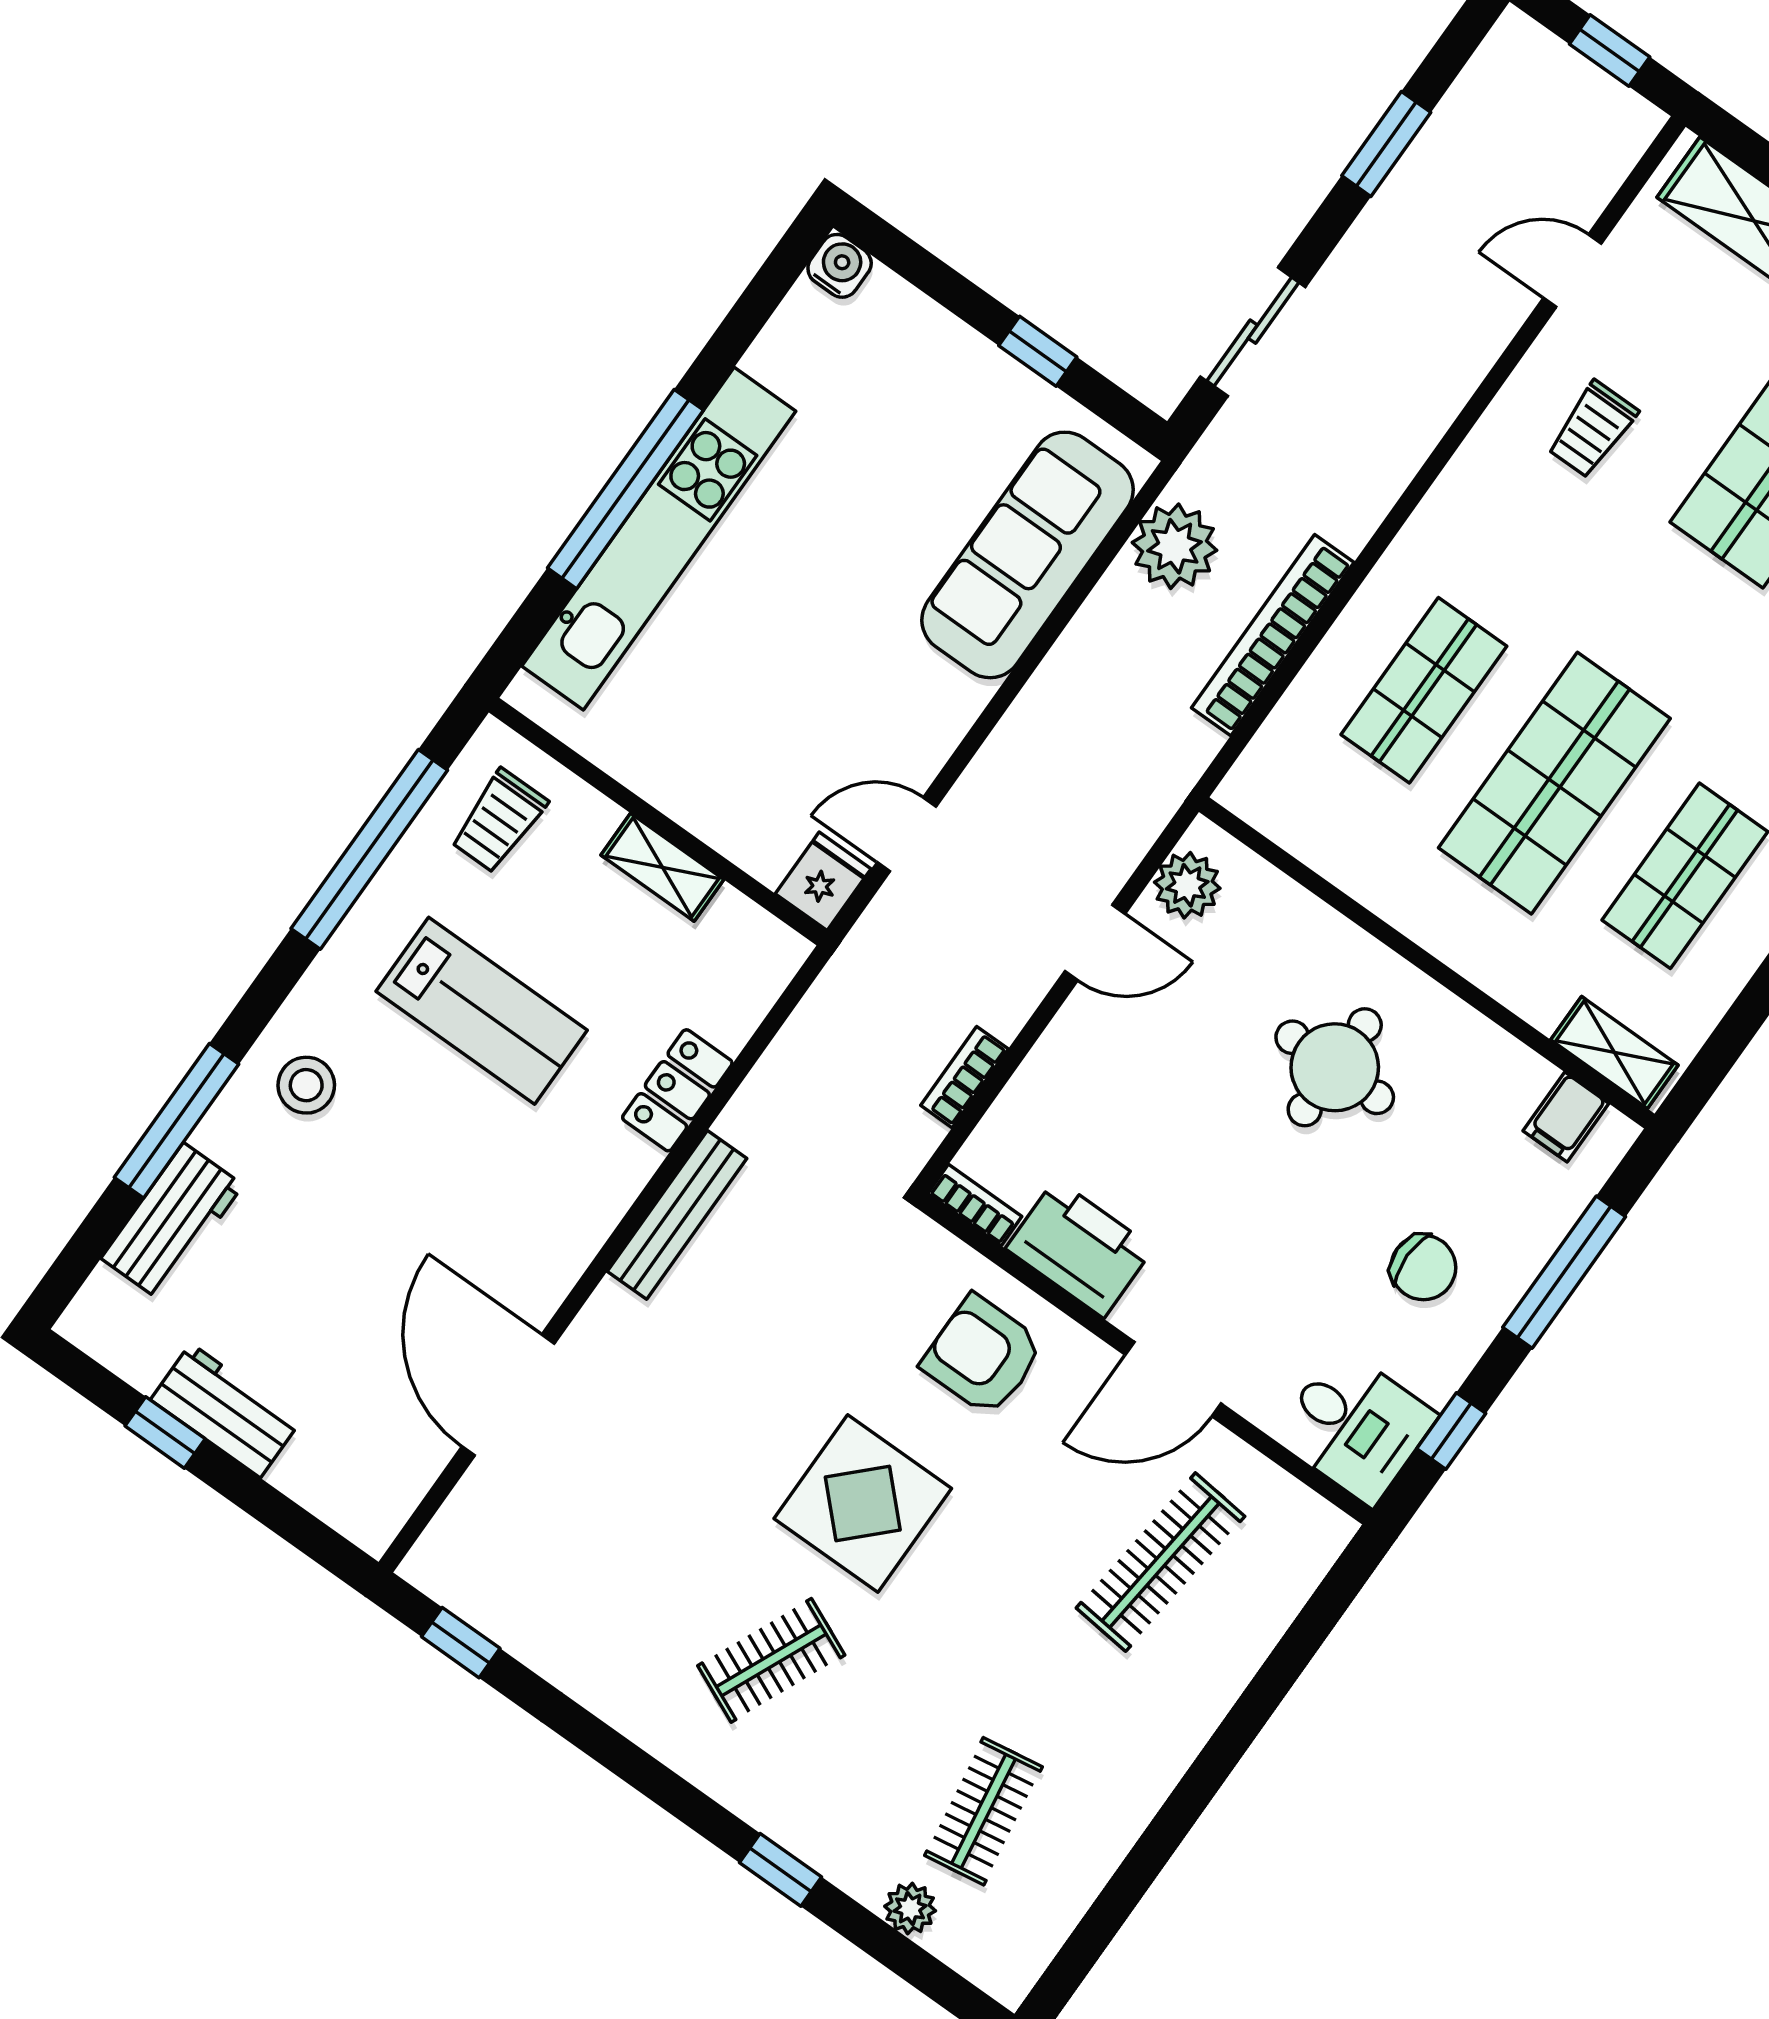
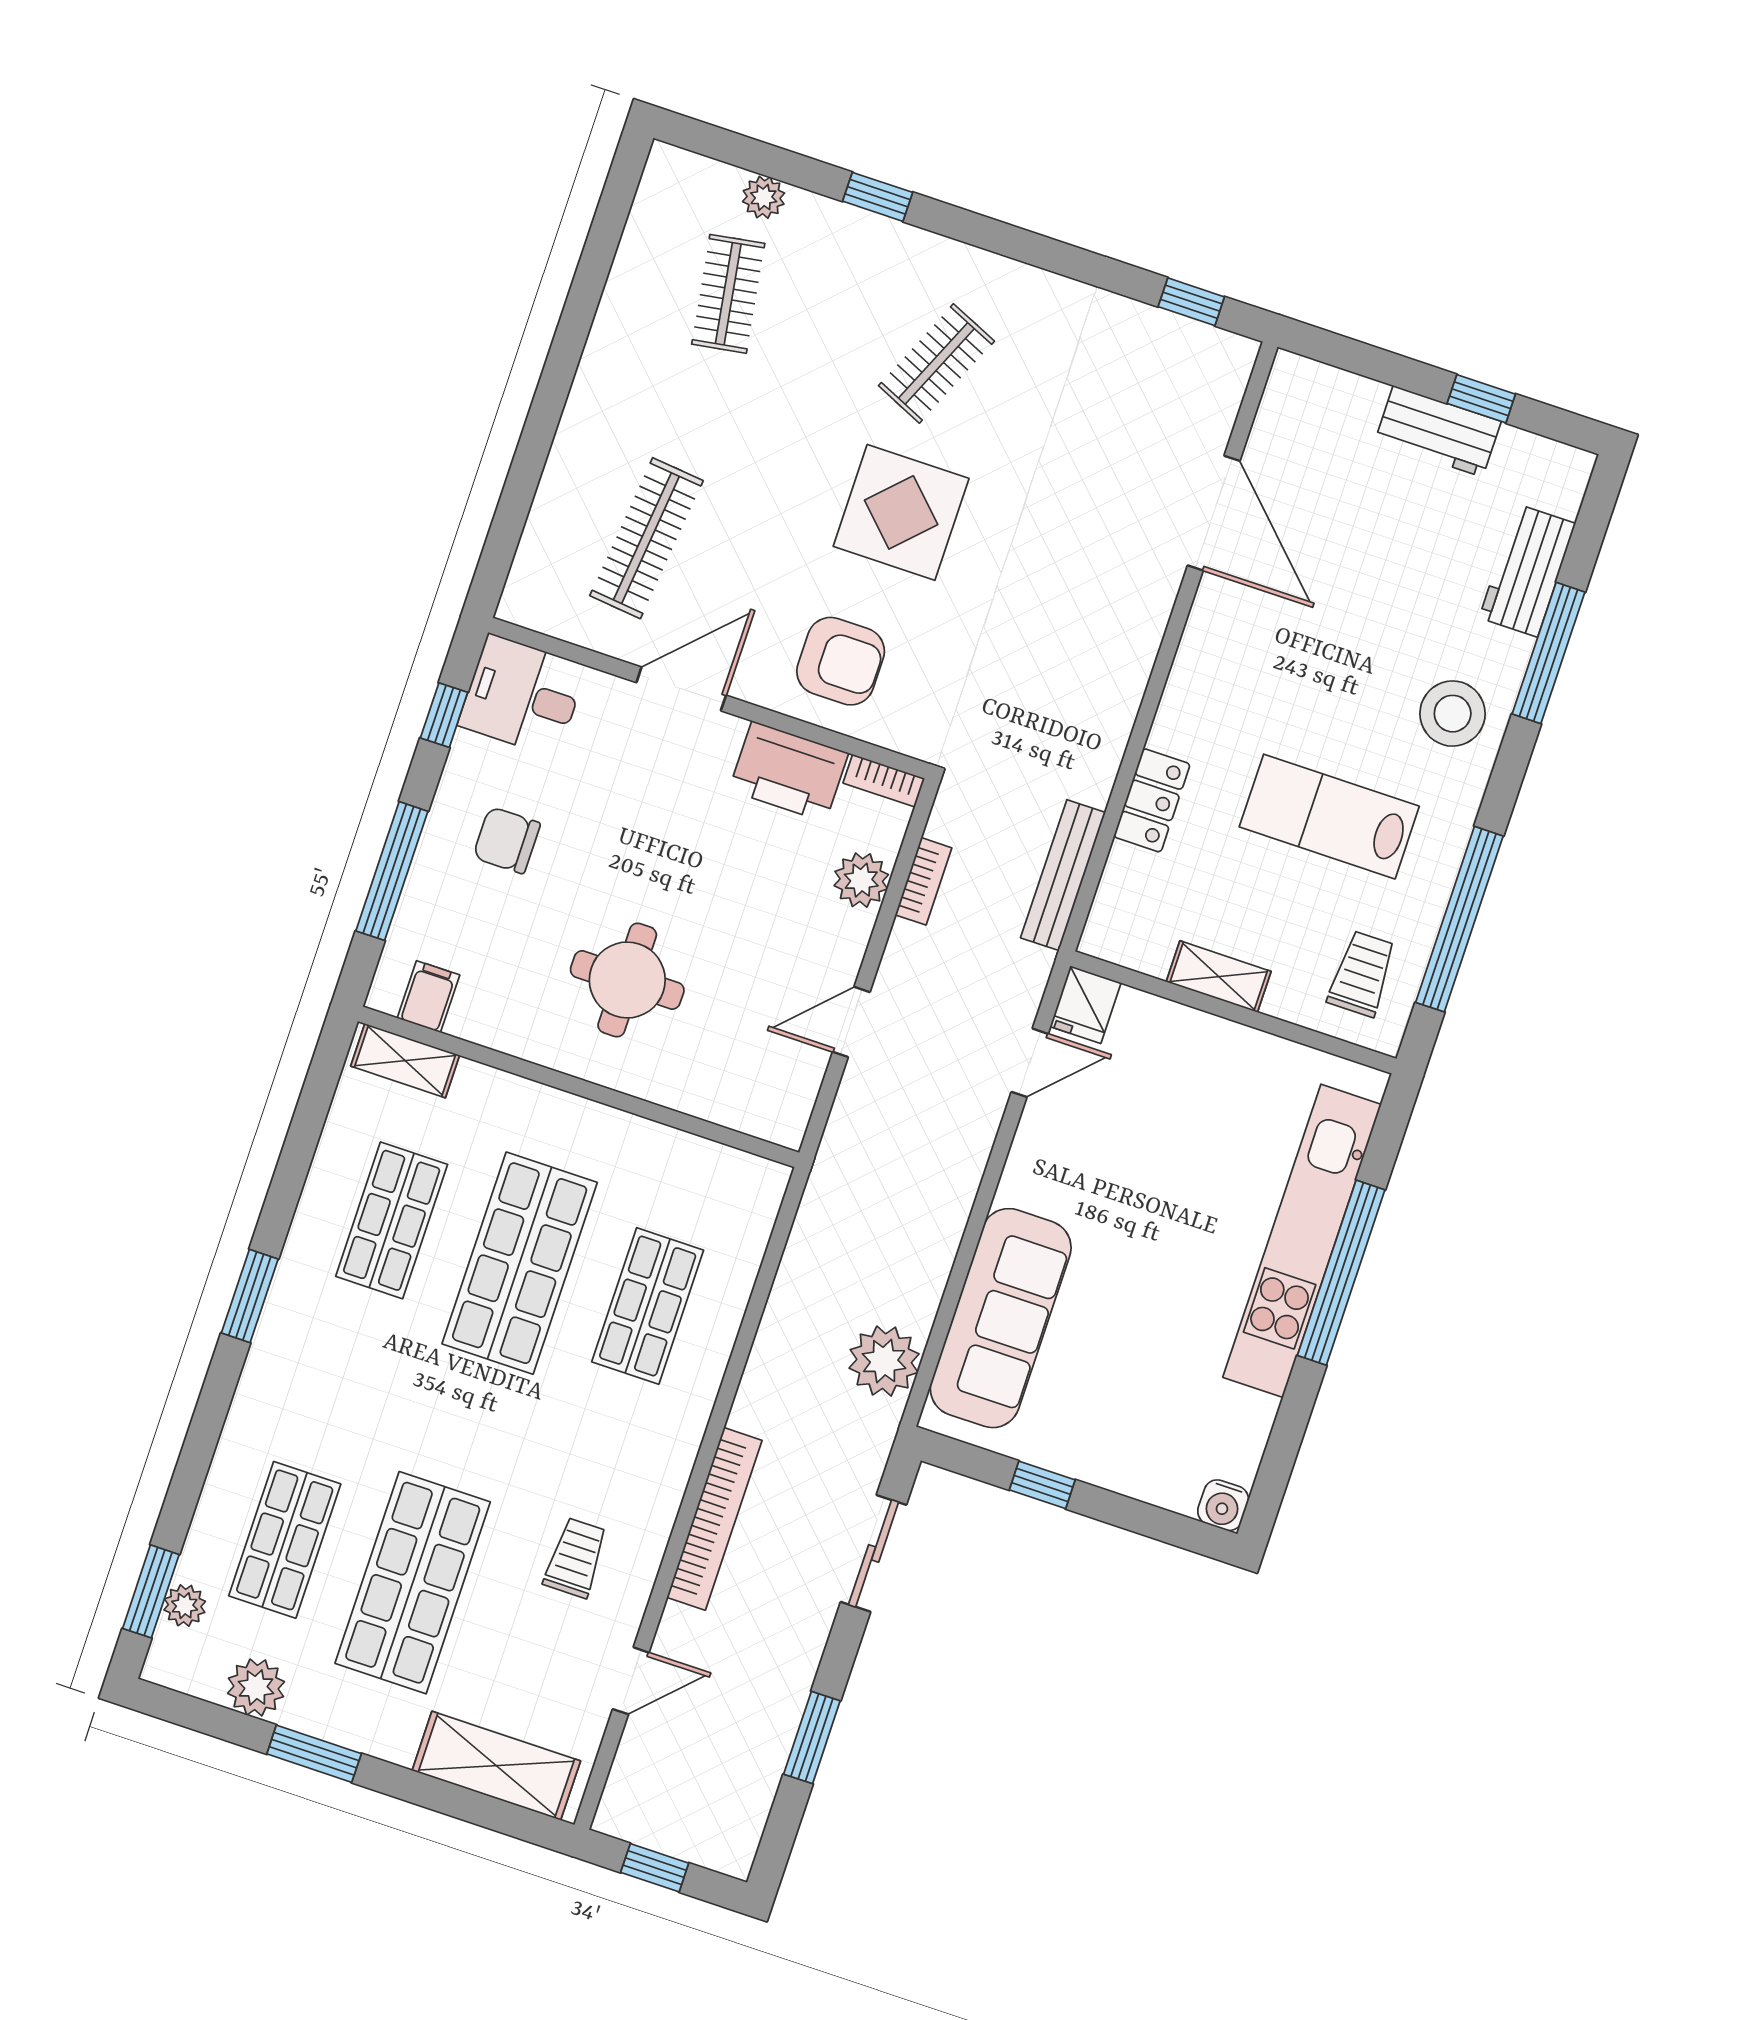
bookcase: (1273, 635) -> (714, 1519), moved
plant: (1187, 885) -> (861, 880), moved
stool: (306, 1085) -> (1453, 714), width x1.38, depth x1.38
bench: (677, 1215) -> (1063, 875), moved

